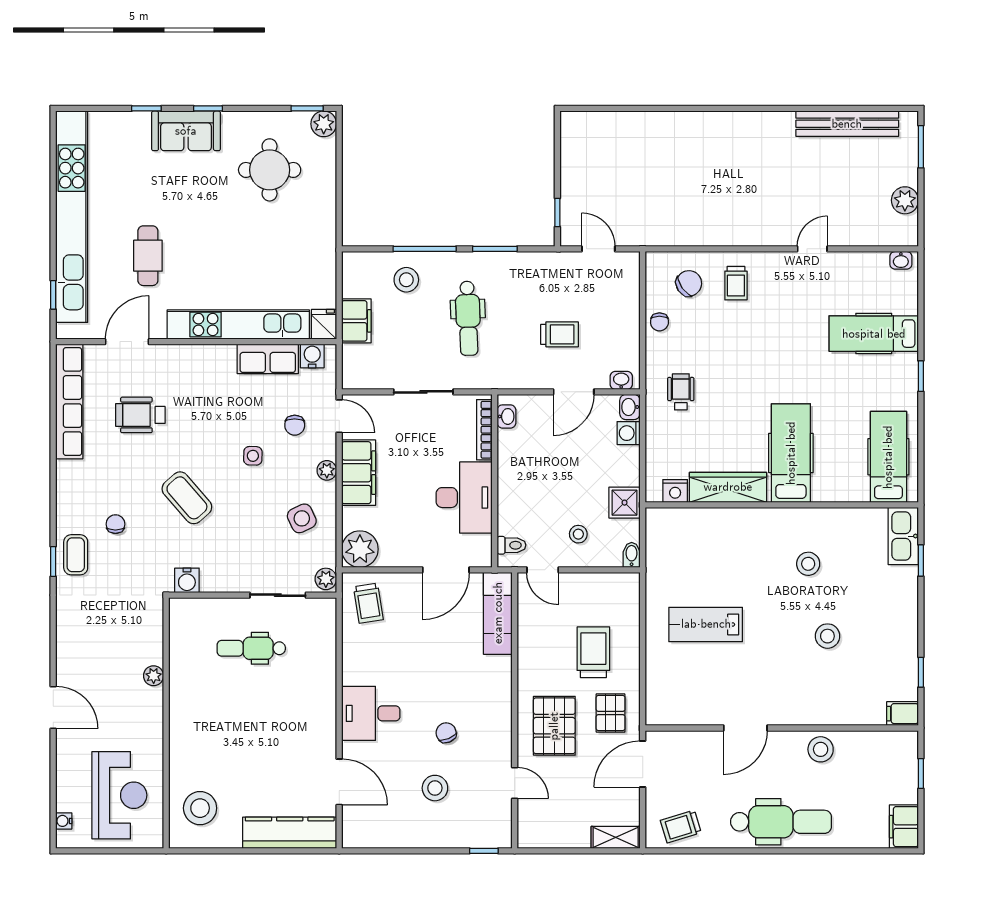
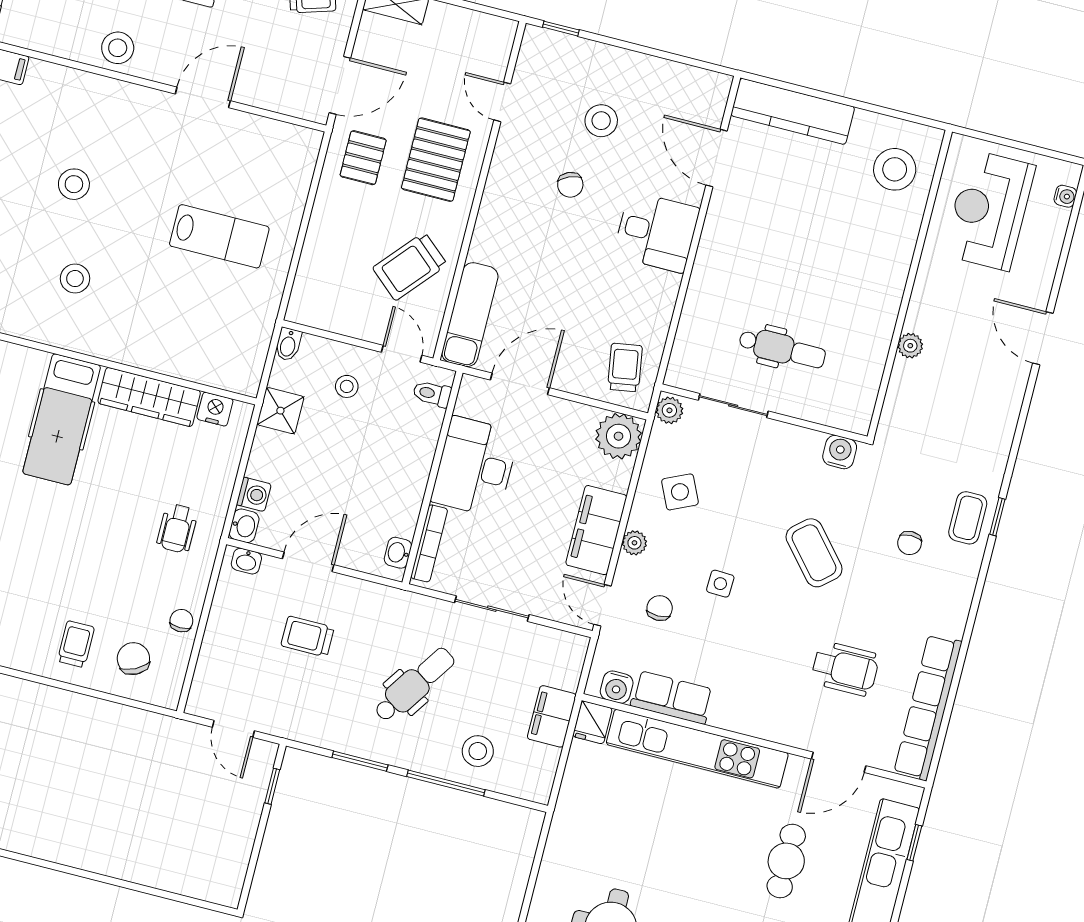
chair: (689, 283) -> (133, 659), turned 98
dental chair: (468, 318) -> (414, 685), turned 36
trolley: (593, 652) -> (410, 266), moved, turned 41

